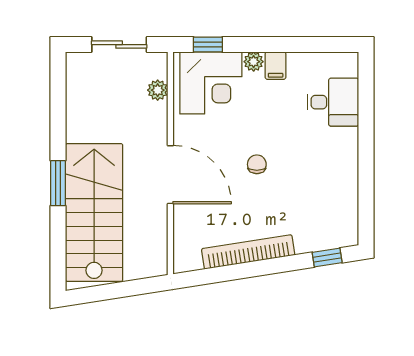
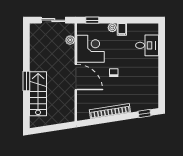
corner desk: (211, 83) -> (90, 49), moved, turned -90
stairs: (94, 212) -> (38, 94), width x0.73, depth x0.66

